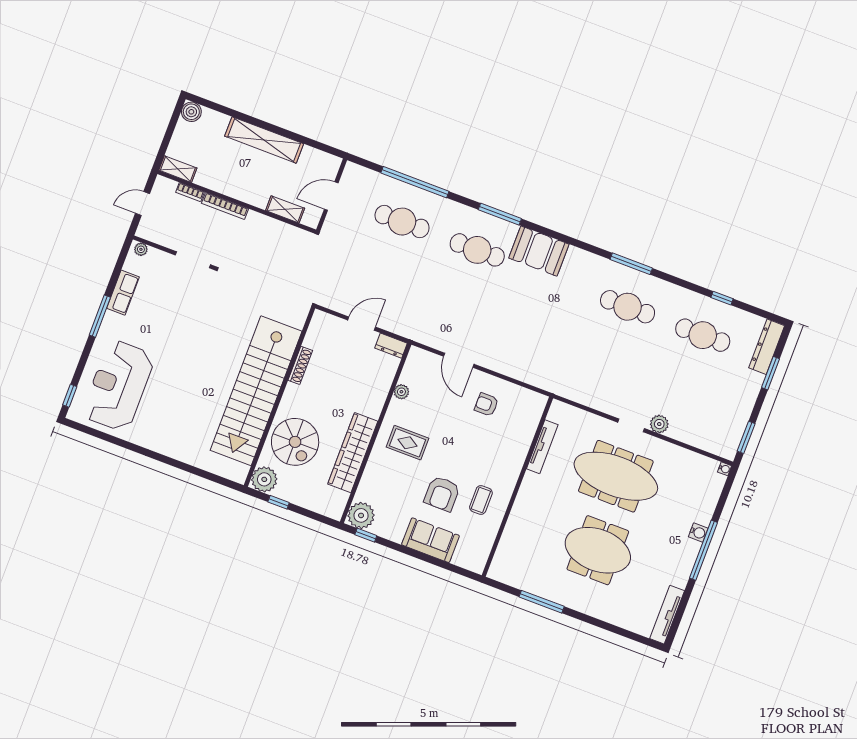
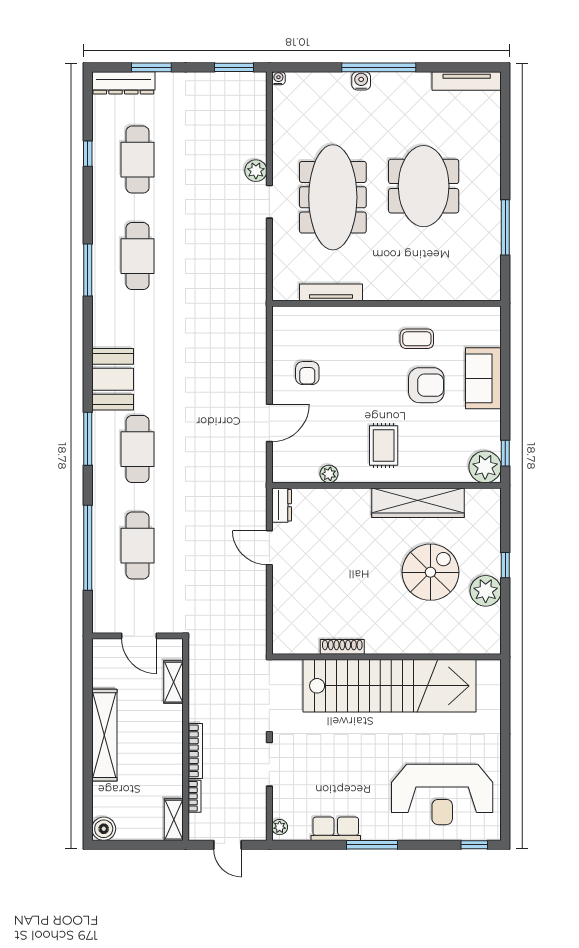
shoe rack: (300, 365) -> (342, 647), moved
stairs: (256, 391) -> (390, 686), moved
wall: (279, 397) -> (386, 657), moved

